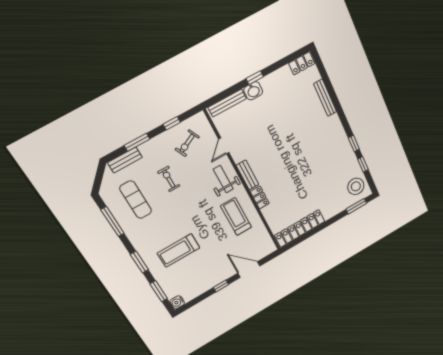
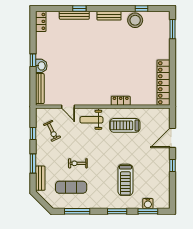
window: (354, 144) -> (79, 8), moved
bench: (247, 175) -> (109, 16), moved
exercise bike: (169, 179) -> (78, 163), moved
stool: (356, 186) -> (135, 20), moved
water cooler: (177, 302) -> (148, 204), moved

